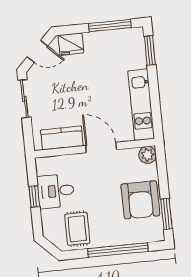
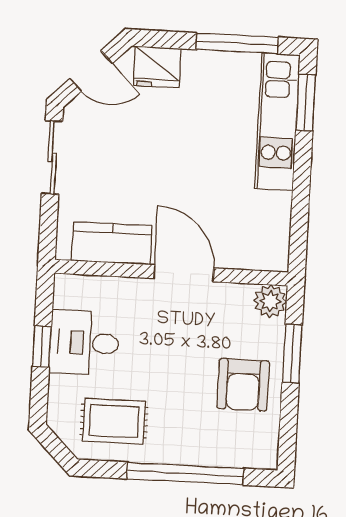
kitchen unit: (141, 105) -> (277, 122), moved
armchair: (140, 200) -> (243, 385), width x0.73, depth x0.73
window: (166, 214) -> (292, 354), moved
rug: (77, 229) -> (114, 421), turned 90

